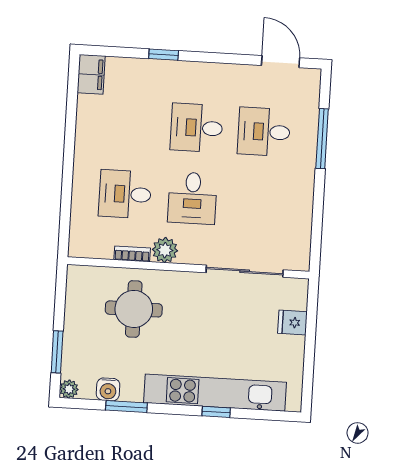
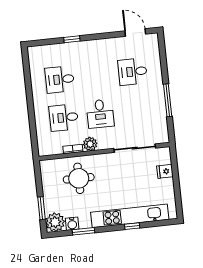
filing cabinet: (91, 74) -> (35, 56), removed
desk: (197, 128) -> (60, 79), moved
window: (322, 139) -> (168, 100), moved
plant: (69, 389) -> (55, 222), width x1.88, depth x1.88

